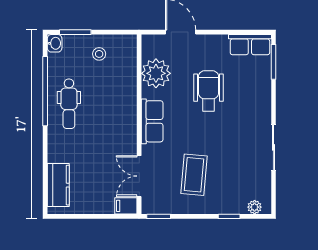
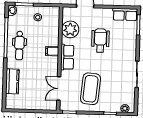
coffee table: (194, 175) -> (91, 89), width x1.36, depth x1.32
kitchen counter: (58, 185) -> (12, 81), moved
filing cabinet: (126, 206) -> (52, 51), moved

